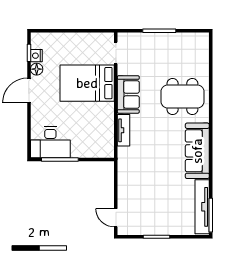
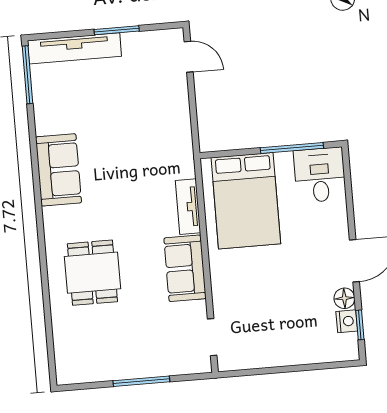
bed: (87, 83) -> (246, 201), moved, turned 90
dining table: (182, 96) -> (92, 273), width x0.73
desk: (50, 142) -> (320, 175), width x0.73
sofa: (197, 151) -> (58, 170), width x0.73
tv unit: (202, 207) -> (74, 48), moved, turned 90

